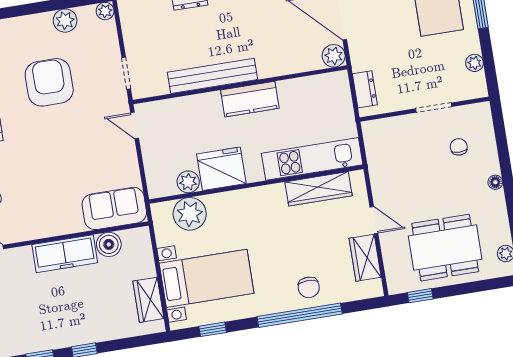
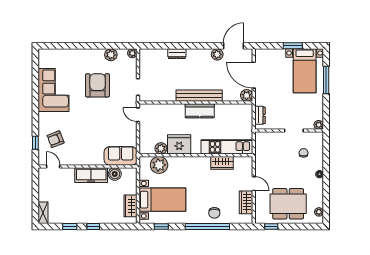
plant: (475, 63) -> (319, 125), moved
bench: (213, 76) -> (199, 96), moved
wardrobe: (319, 189) -> (222, 163), width x0.67

